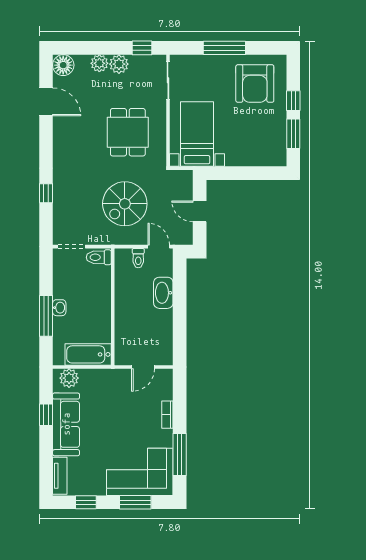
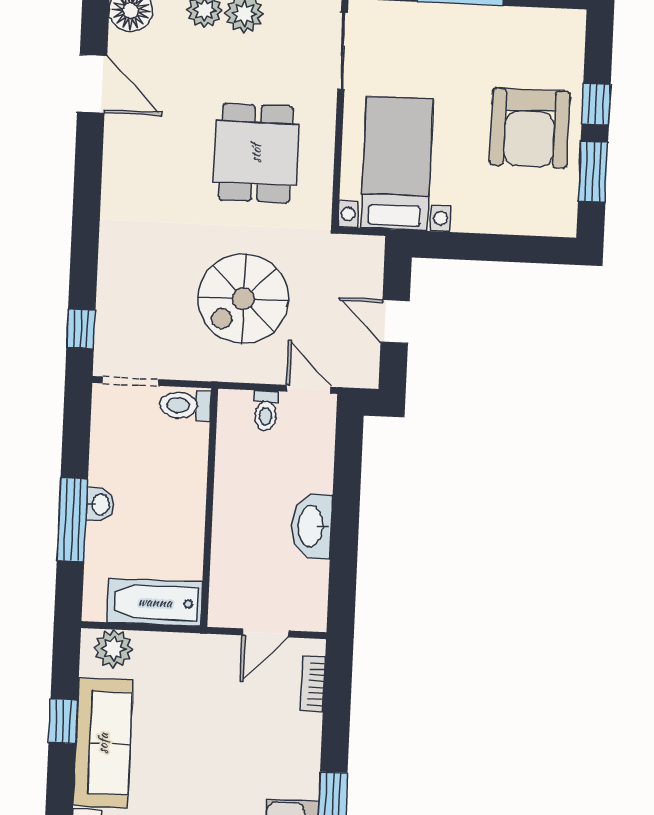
armchair: (255, 84) -> (530, 128), moved
window: (46, 193) -> (81, 329), moved
washbasin: (163, 293) -> (312, 526), moved
bookcase: (167, 415) -> (313, 684), moved

